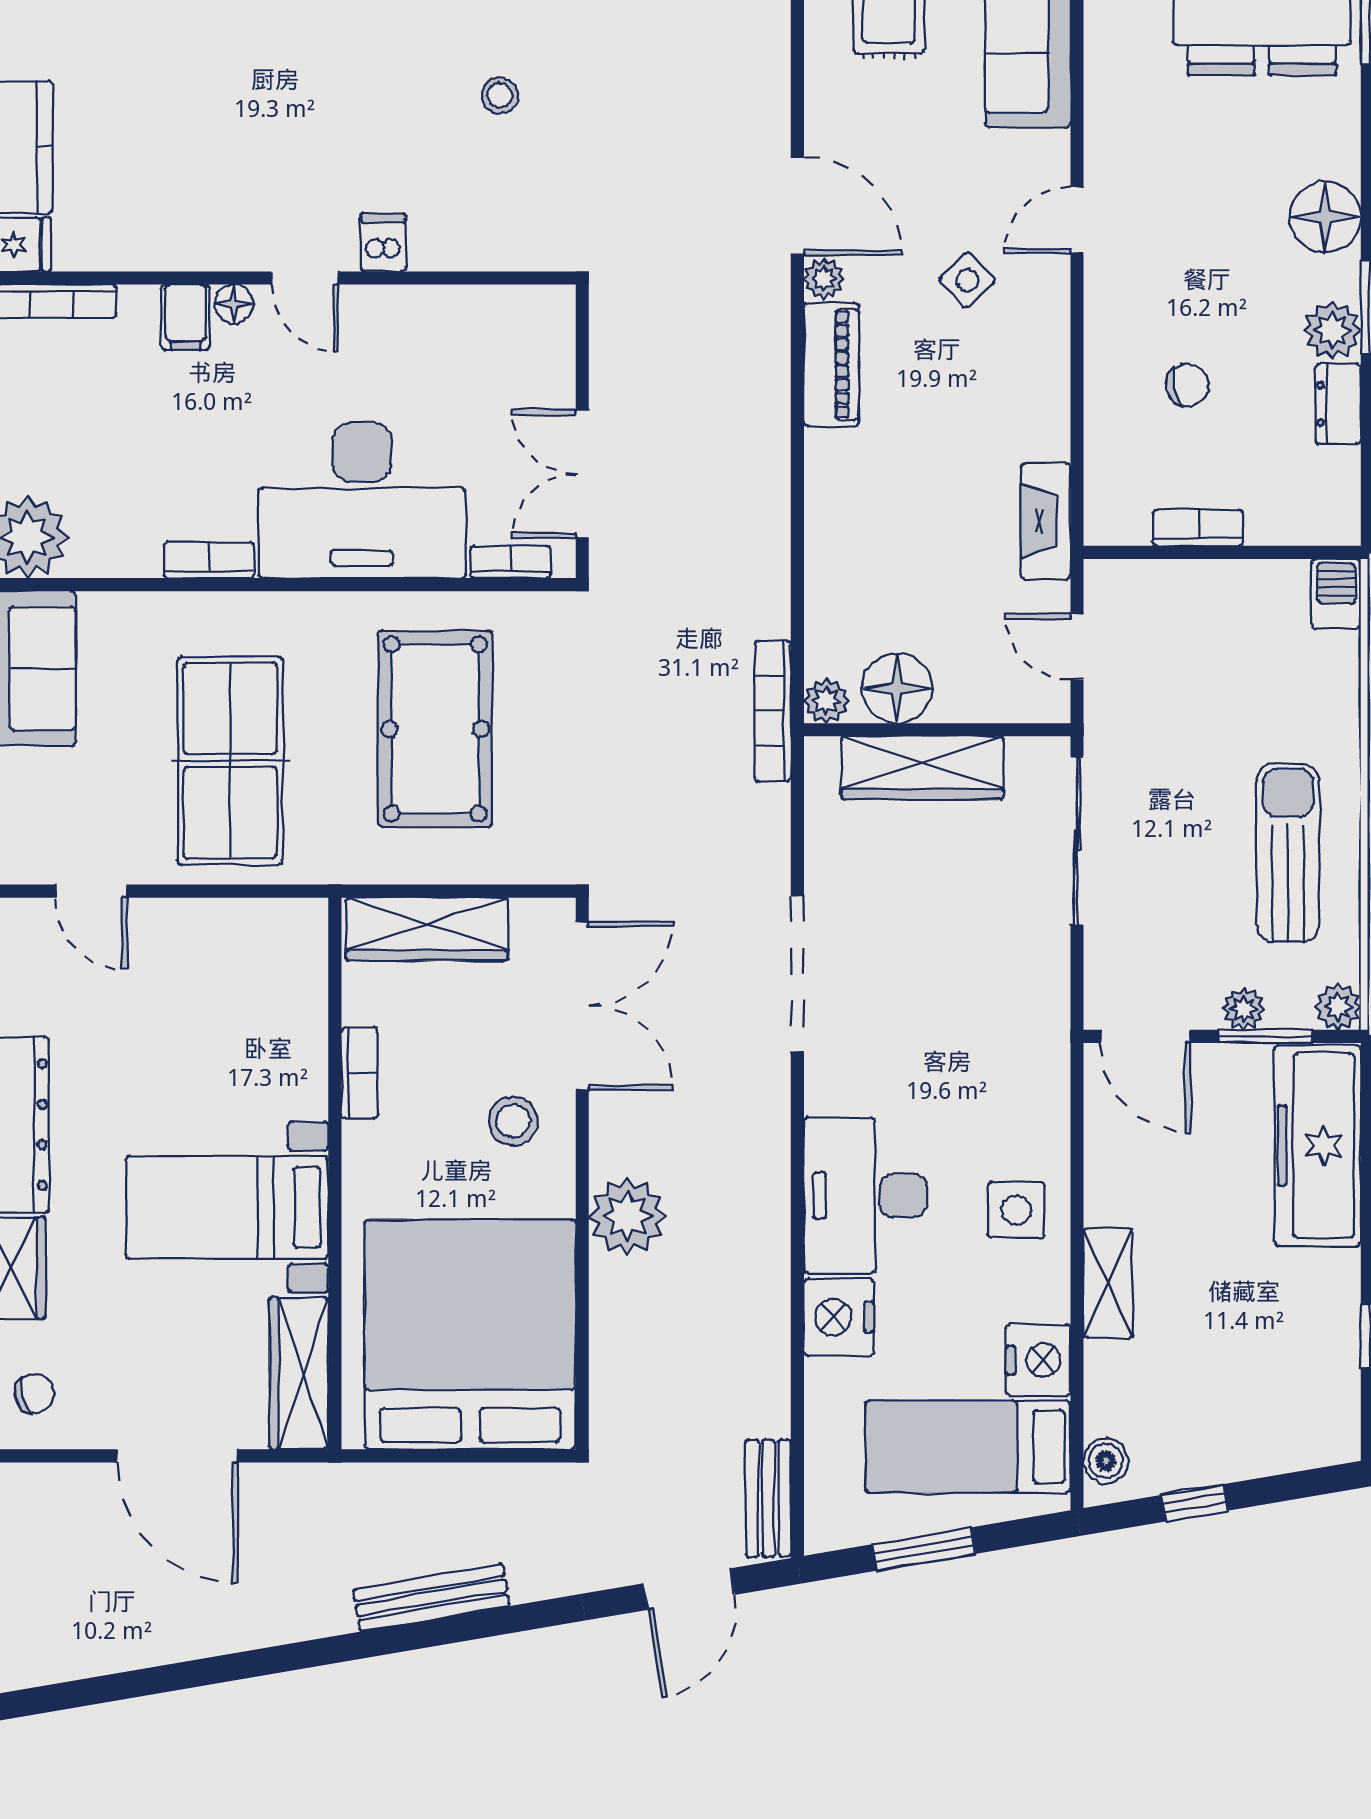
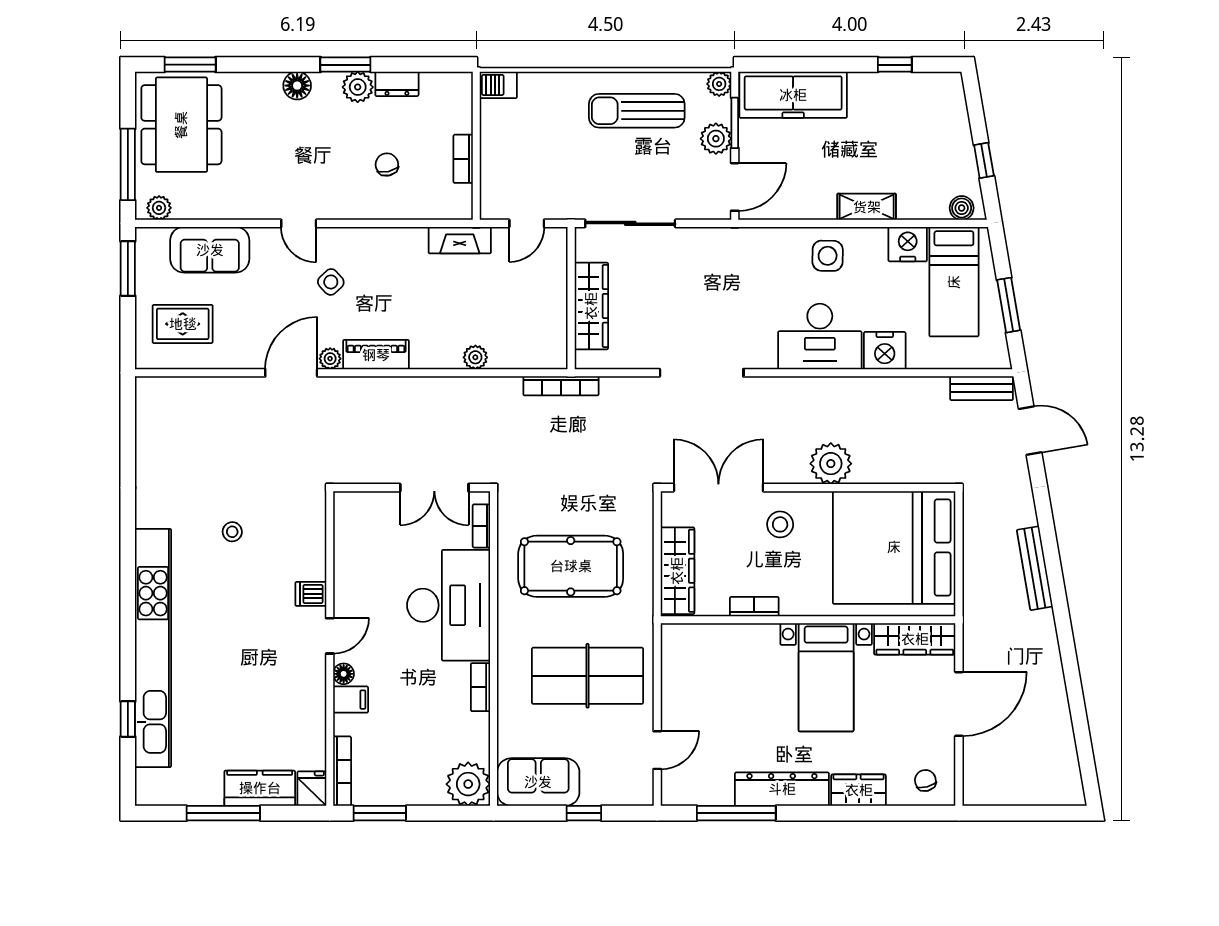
floor lamp: (1325, 217) -> (297, 86), width x0.73, depth x0.73
floor lamp: (897, 688) -> (549, 319), removed
plant: (826, 701) -> (475, 357), moved
plant: (1244, 1009) -> (716, 139), width x1.38, depth x1.38

